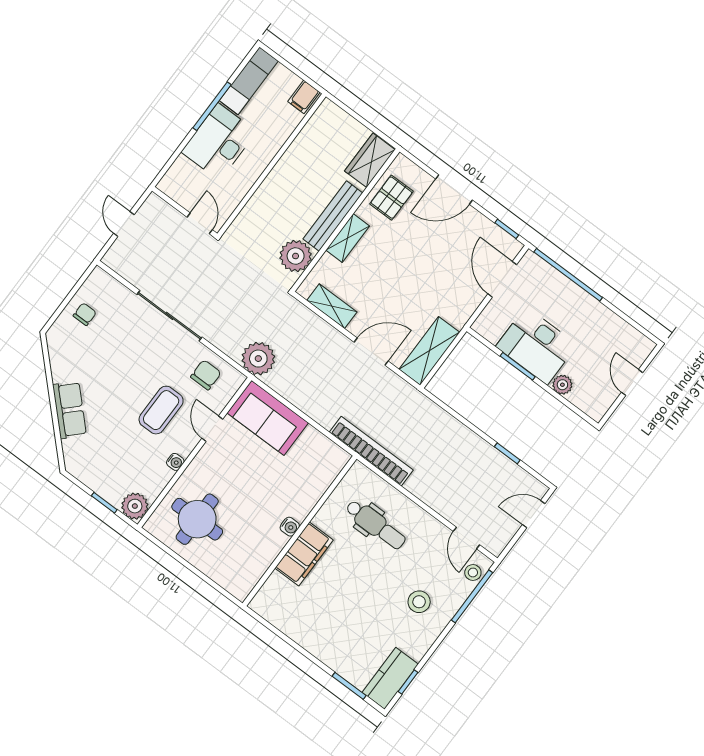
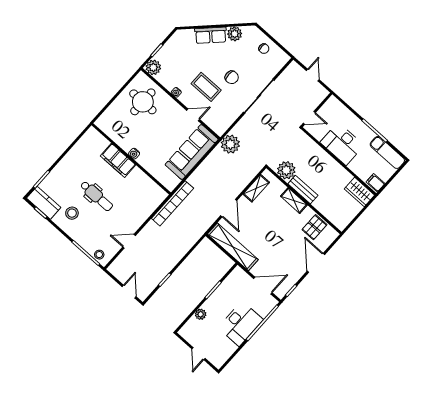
desk: (219, 142) -> (342, 144), moved, turned 180
wardrobe: (370, 160) -> (359, 192), moved, turned 180
pallet: (391, 198) -> (314, 227), turned 90
bench: (333, 216) -> (303, 190), width x0.73
door: (124, 224) -> (313, 75), hinge flipped
desk: (536, 346) -> (241, 323), moved, turned 180
shelving: (429, 351) -> (233, 247), width x1.47
plant: (63, 368) -> (235, 34), added
chair: (206, 375) -> (232, 77), moved
door: (632, 383) -> (198, 354), swing flipped
sofa: (268, 418) -> (192, 152), width x1.36
dental chair: (376, 525) -> (97, 196), moved, turned -90
door: (466, 538) -> (129, 241), moved
stool: (419, 602) -> (72, 213), moved

